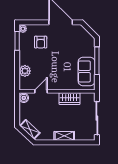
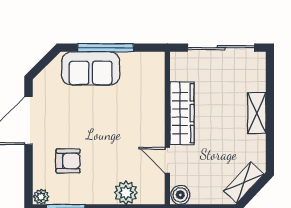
sofa: (87, 71) -> (91, 68), moved
wardrobe: (70, 99) -> (182, 113), width x1.50

